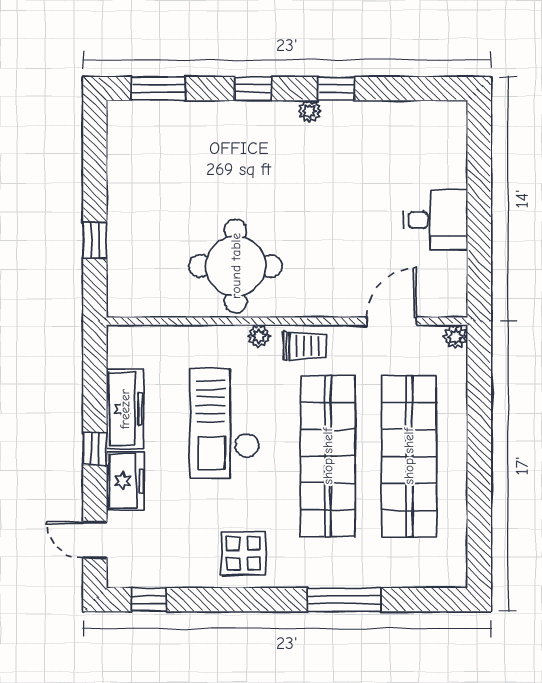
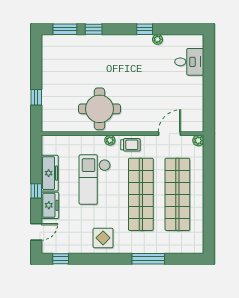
window: (253, 89) -> (94, 29), moved
plant: (310, 111) -> (158, 39), moved
desk: (436, 220) -> (189, 62), moved
door: (95, 540) -> (36, 232), swing flipped

